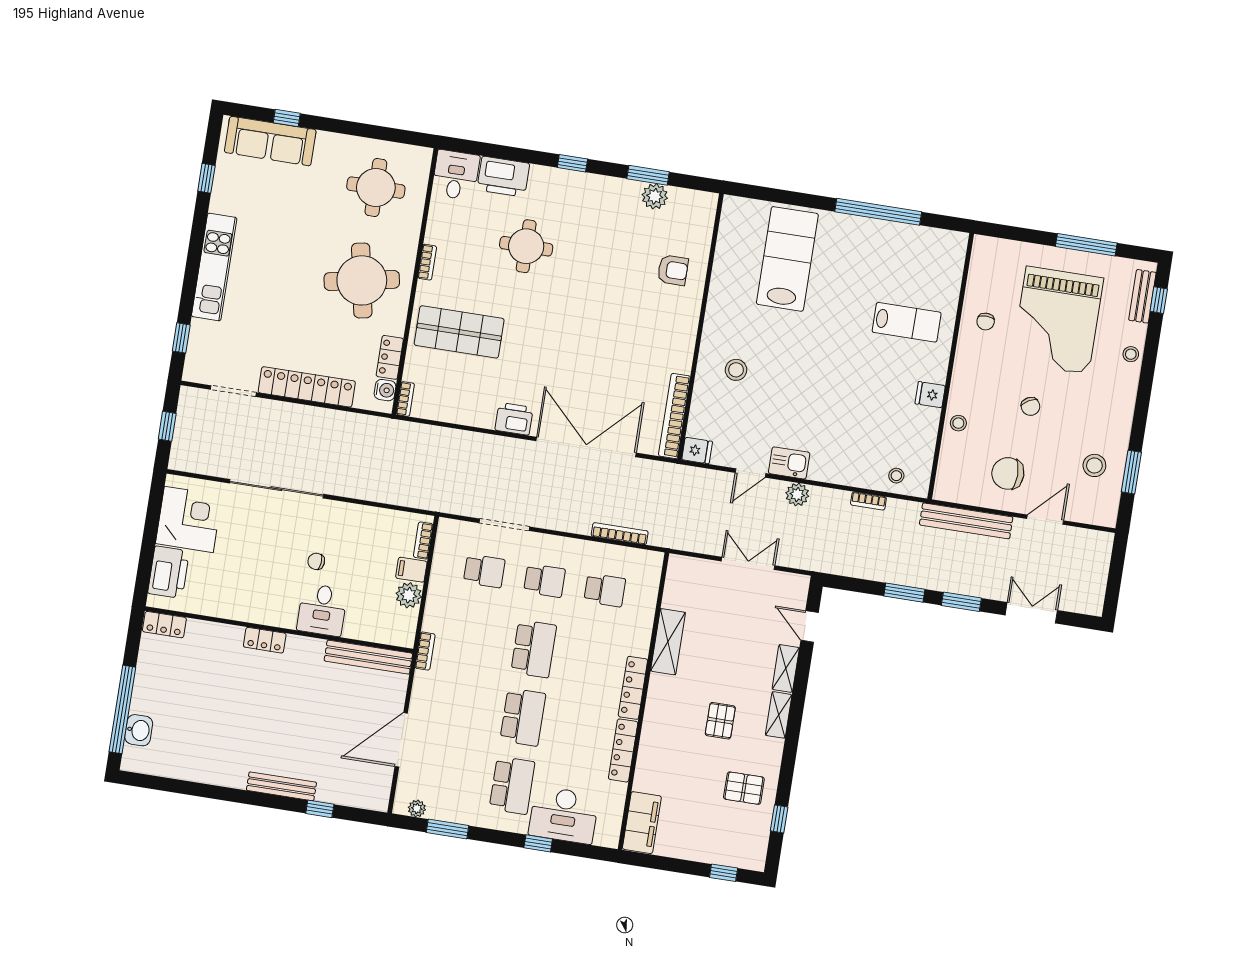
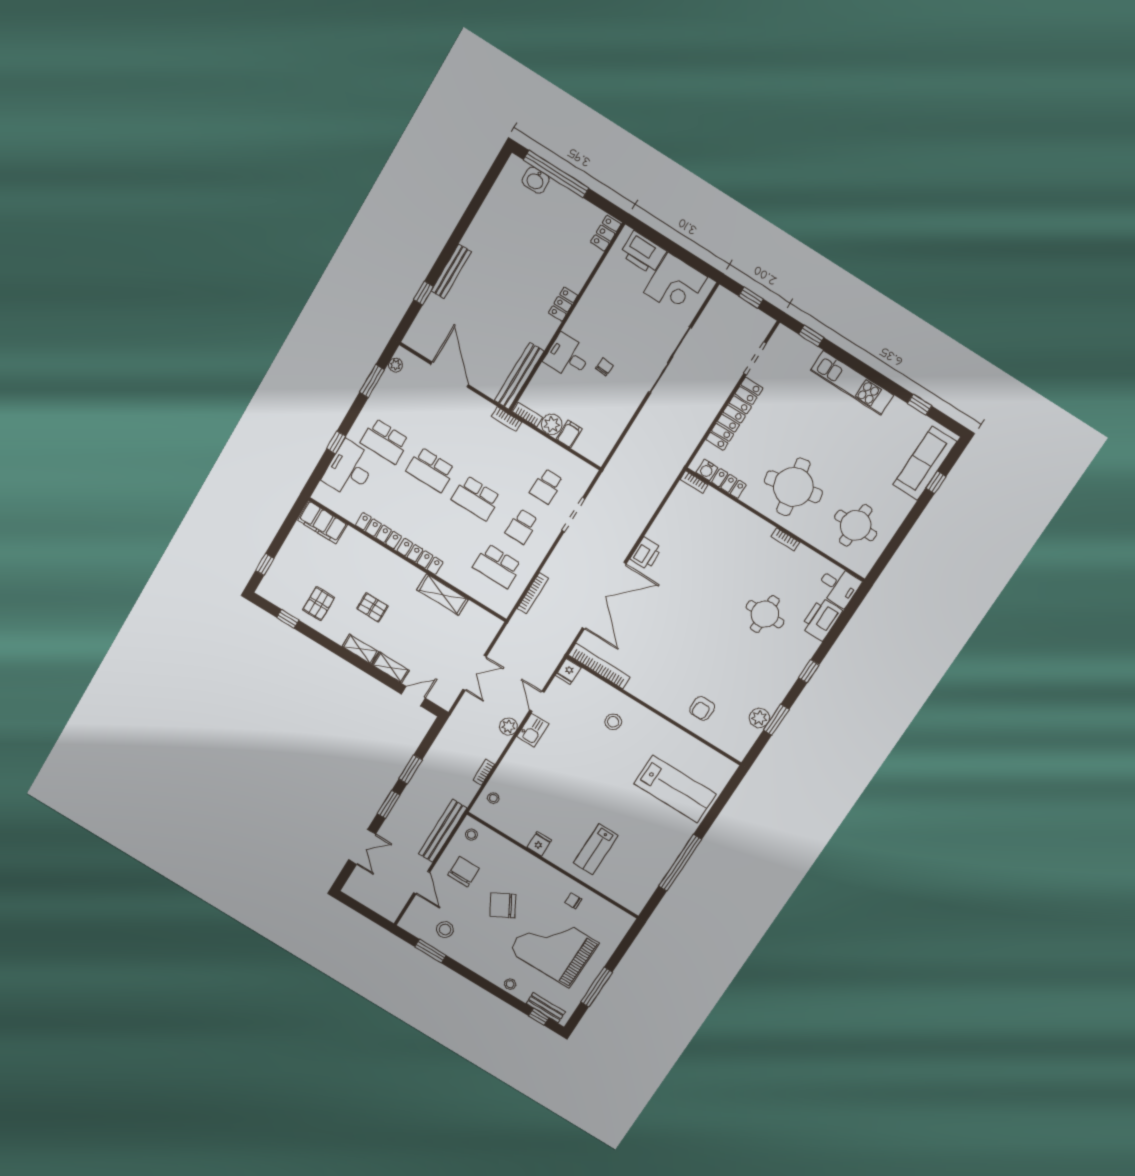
shop shelf: (459, 332) -> (725, 541), removed
chair: (1031, 406) -> (503, 905), width x1.87, depth x1.87
stool: (958, 423) -> (471, 835), moved
bookcase: (423, 541) -> (528, 415), moved
school desk: (605, 590) -> (497, 566), width x1.85

